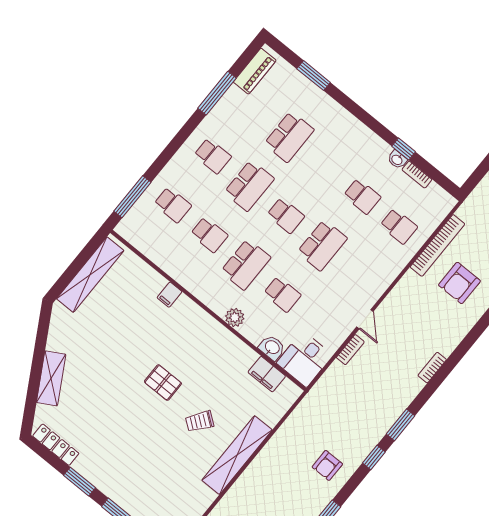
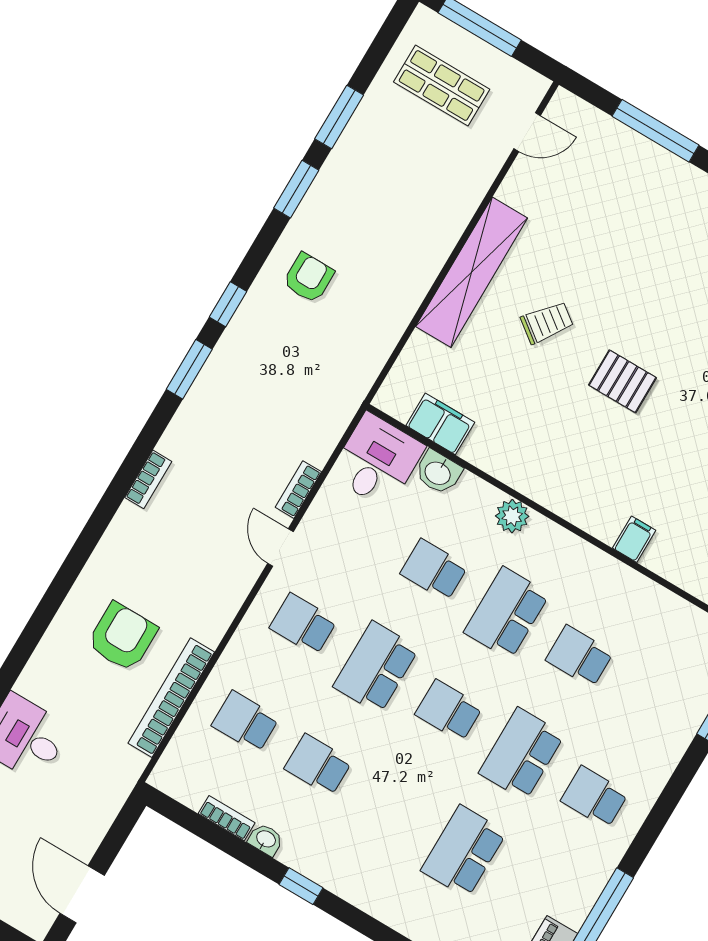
window: (404, 149) -> (301, 886), moved
school desk: (173, 205) -> (303, 624), moved

